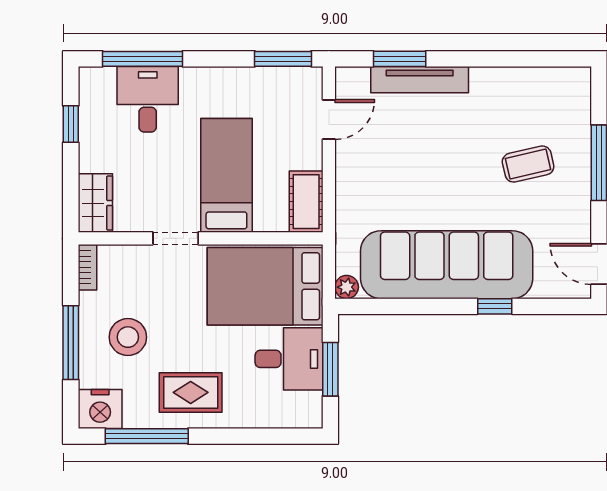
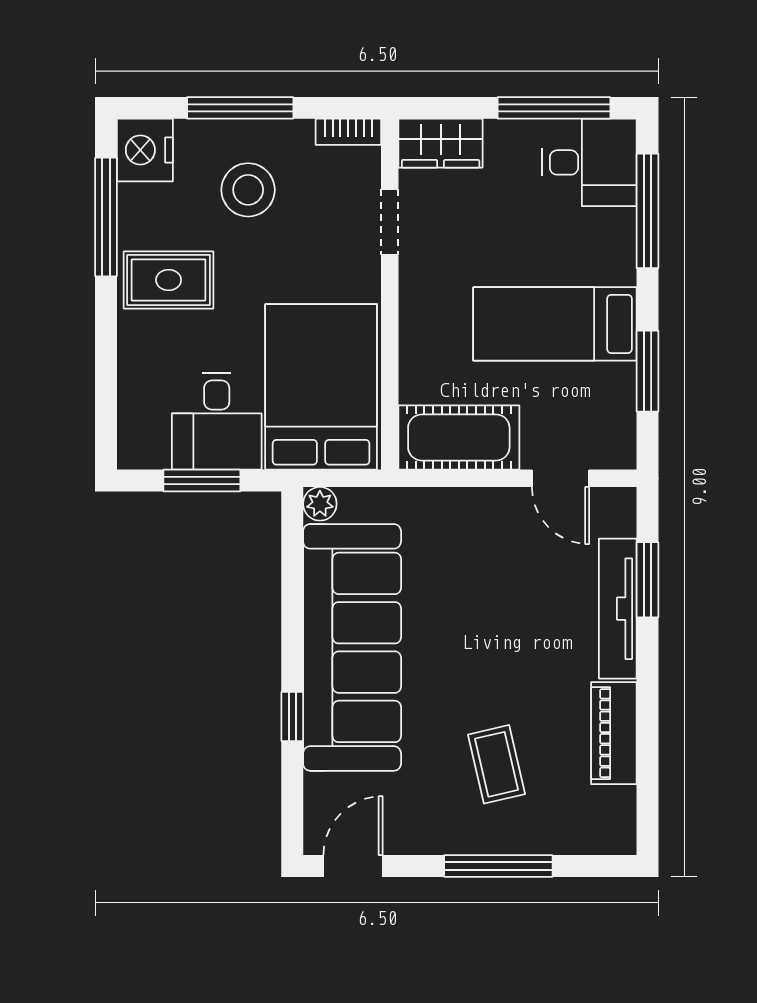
window: (283, 59) -> (647, 371), moved
piano: (506, 82) -> (614, 733), added
desk: (148, 99) -> (589, 162), moved
window: (71, 124) -> (554, 108), width x2.17
bed: (226, 175) -> (555, 324), moved, turned 180
cot: (306, 202) -> (459, 437), width x1.37, depth x1.34
doorway: (176, 238) -> (390, 222), moved
rug: (191, 392) -> (169, 280), turned 90

